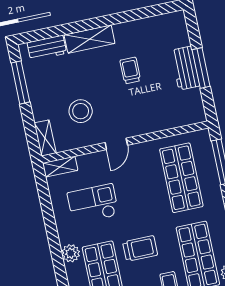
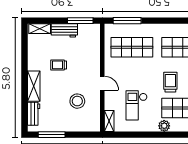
window: (201, 68) -> (80, 21), moved
shelving: (45, 138) -> (40, 29), moved

